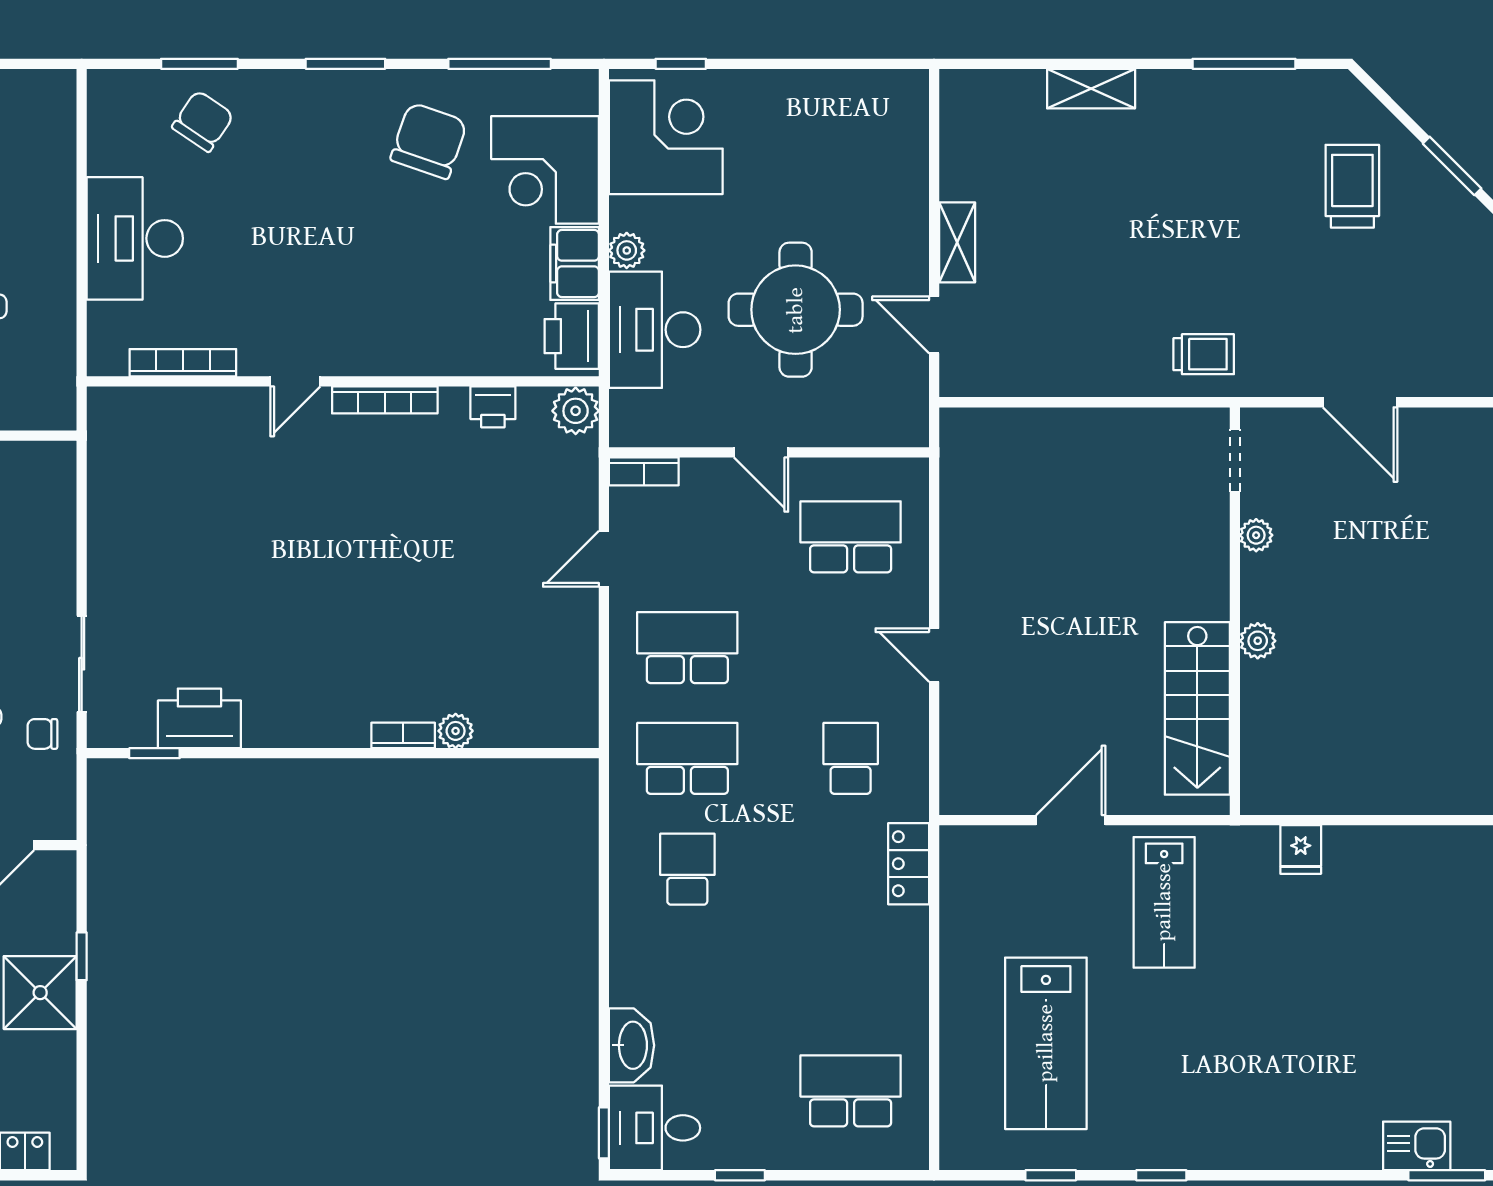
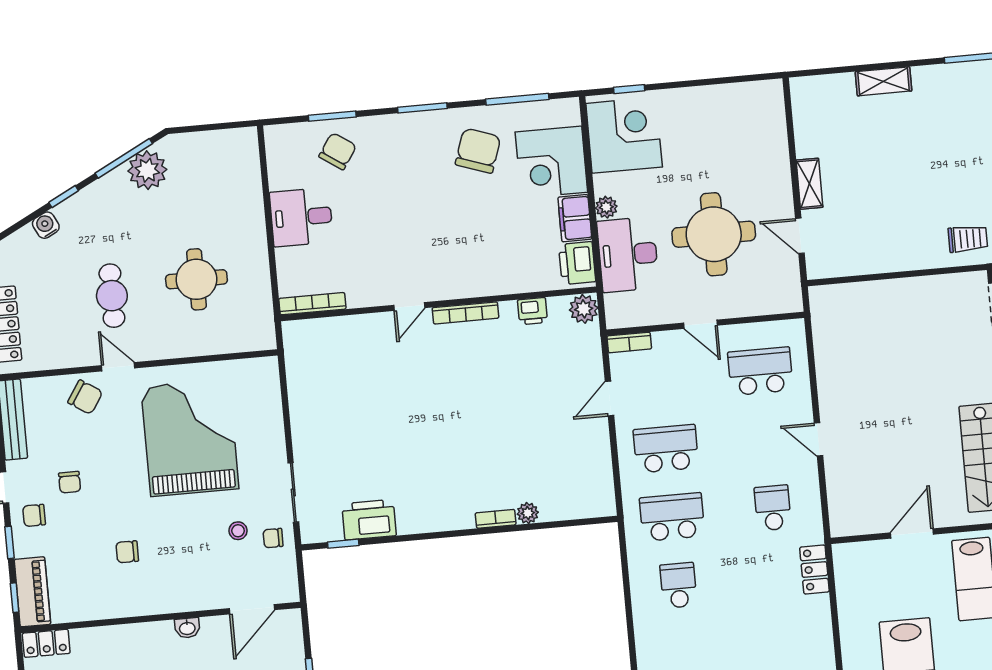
desk: (135, 238) -> (301, 217), width x0.73
bookcase: (183, 363) -> (312, 304), moved

